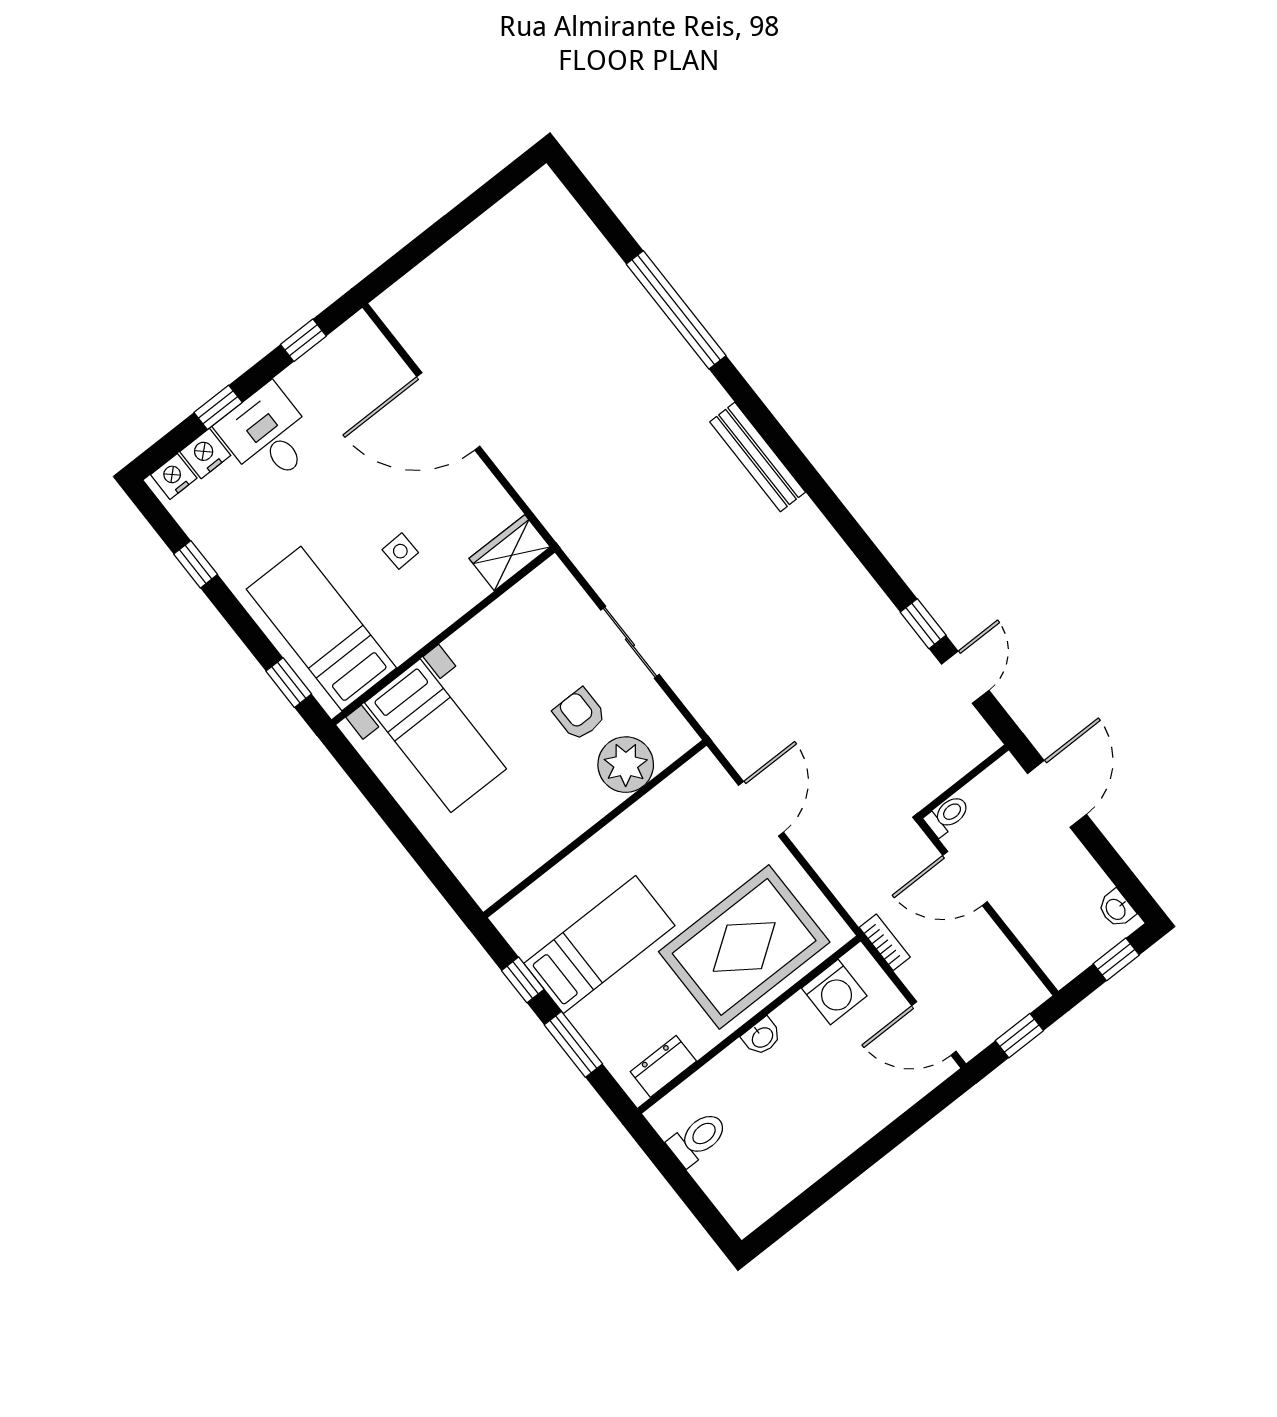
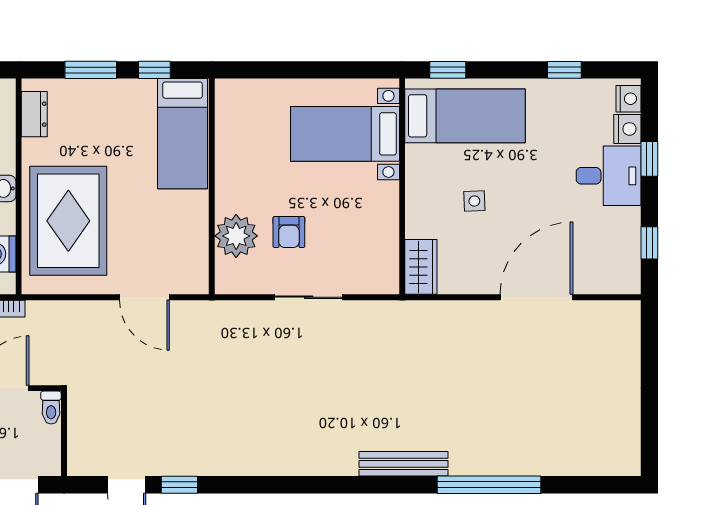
bench: (758, 457) -> (403, 464), moved
armchair: (580, 714) -> (289, 232), turned 90
bed: (599, 944) -> (183, 134), moved

